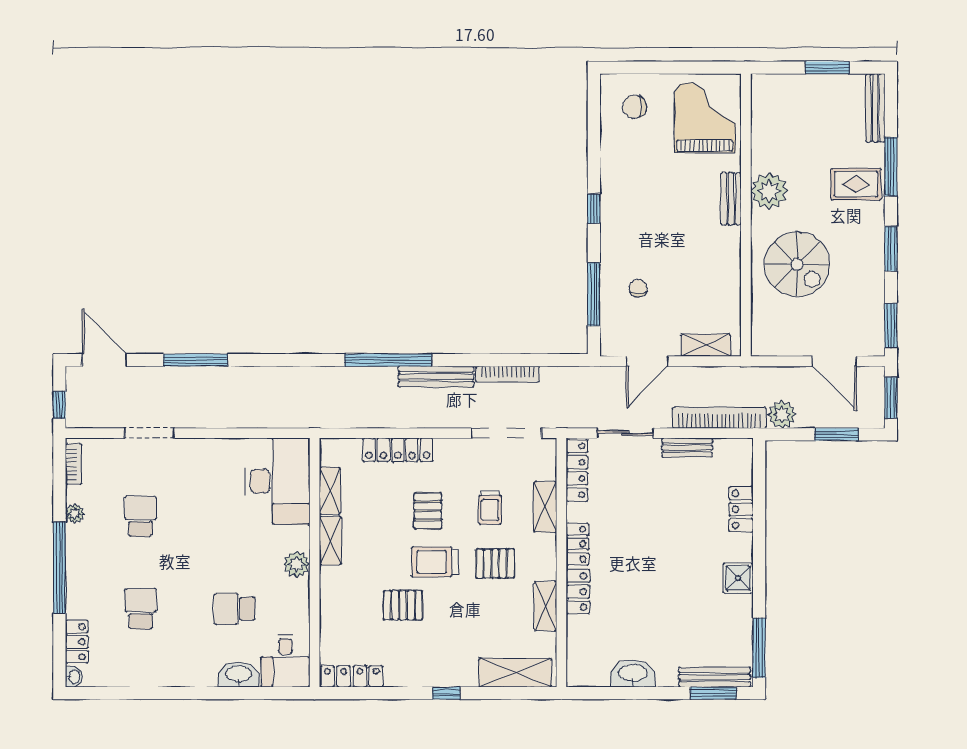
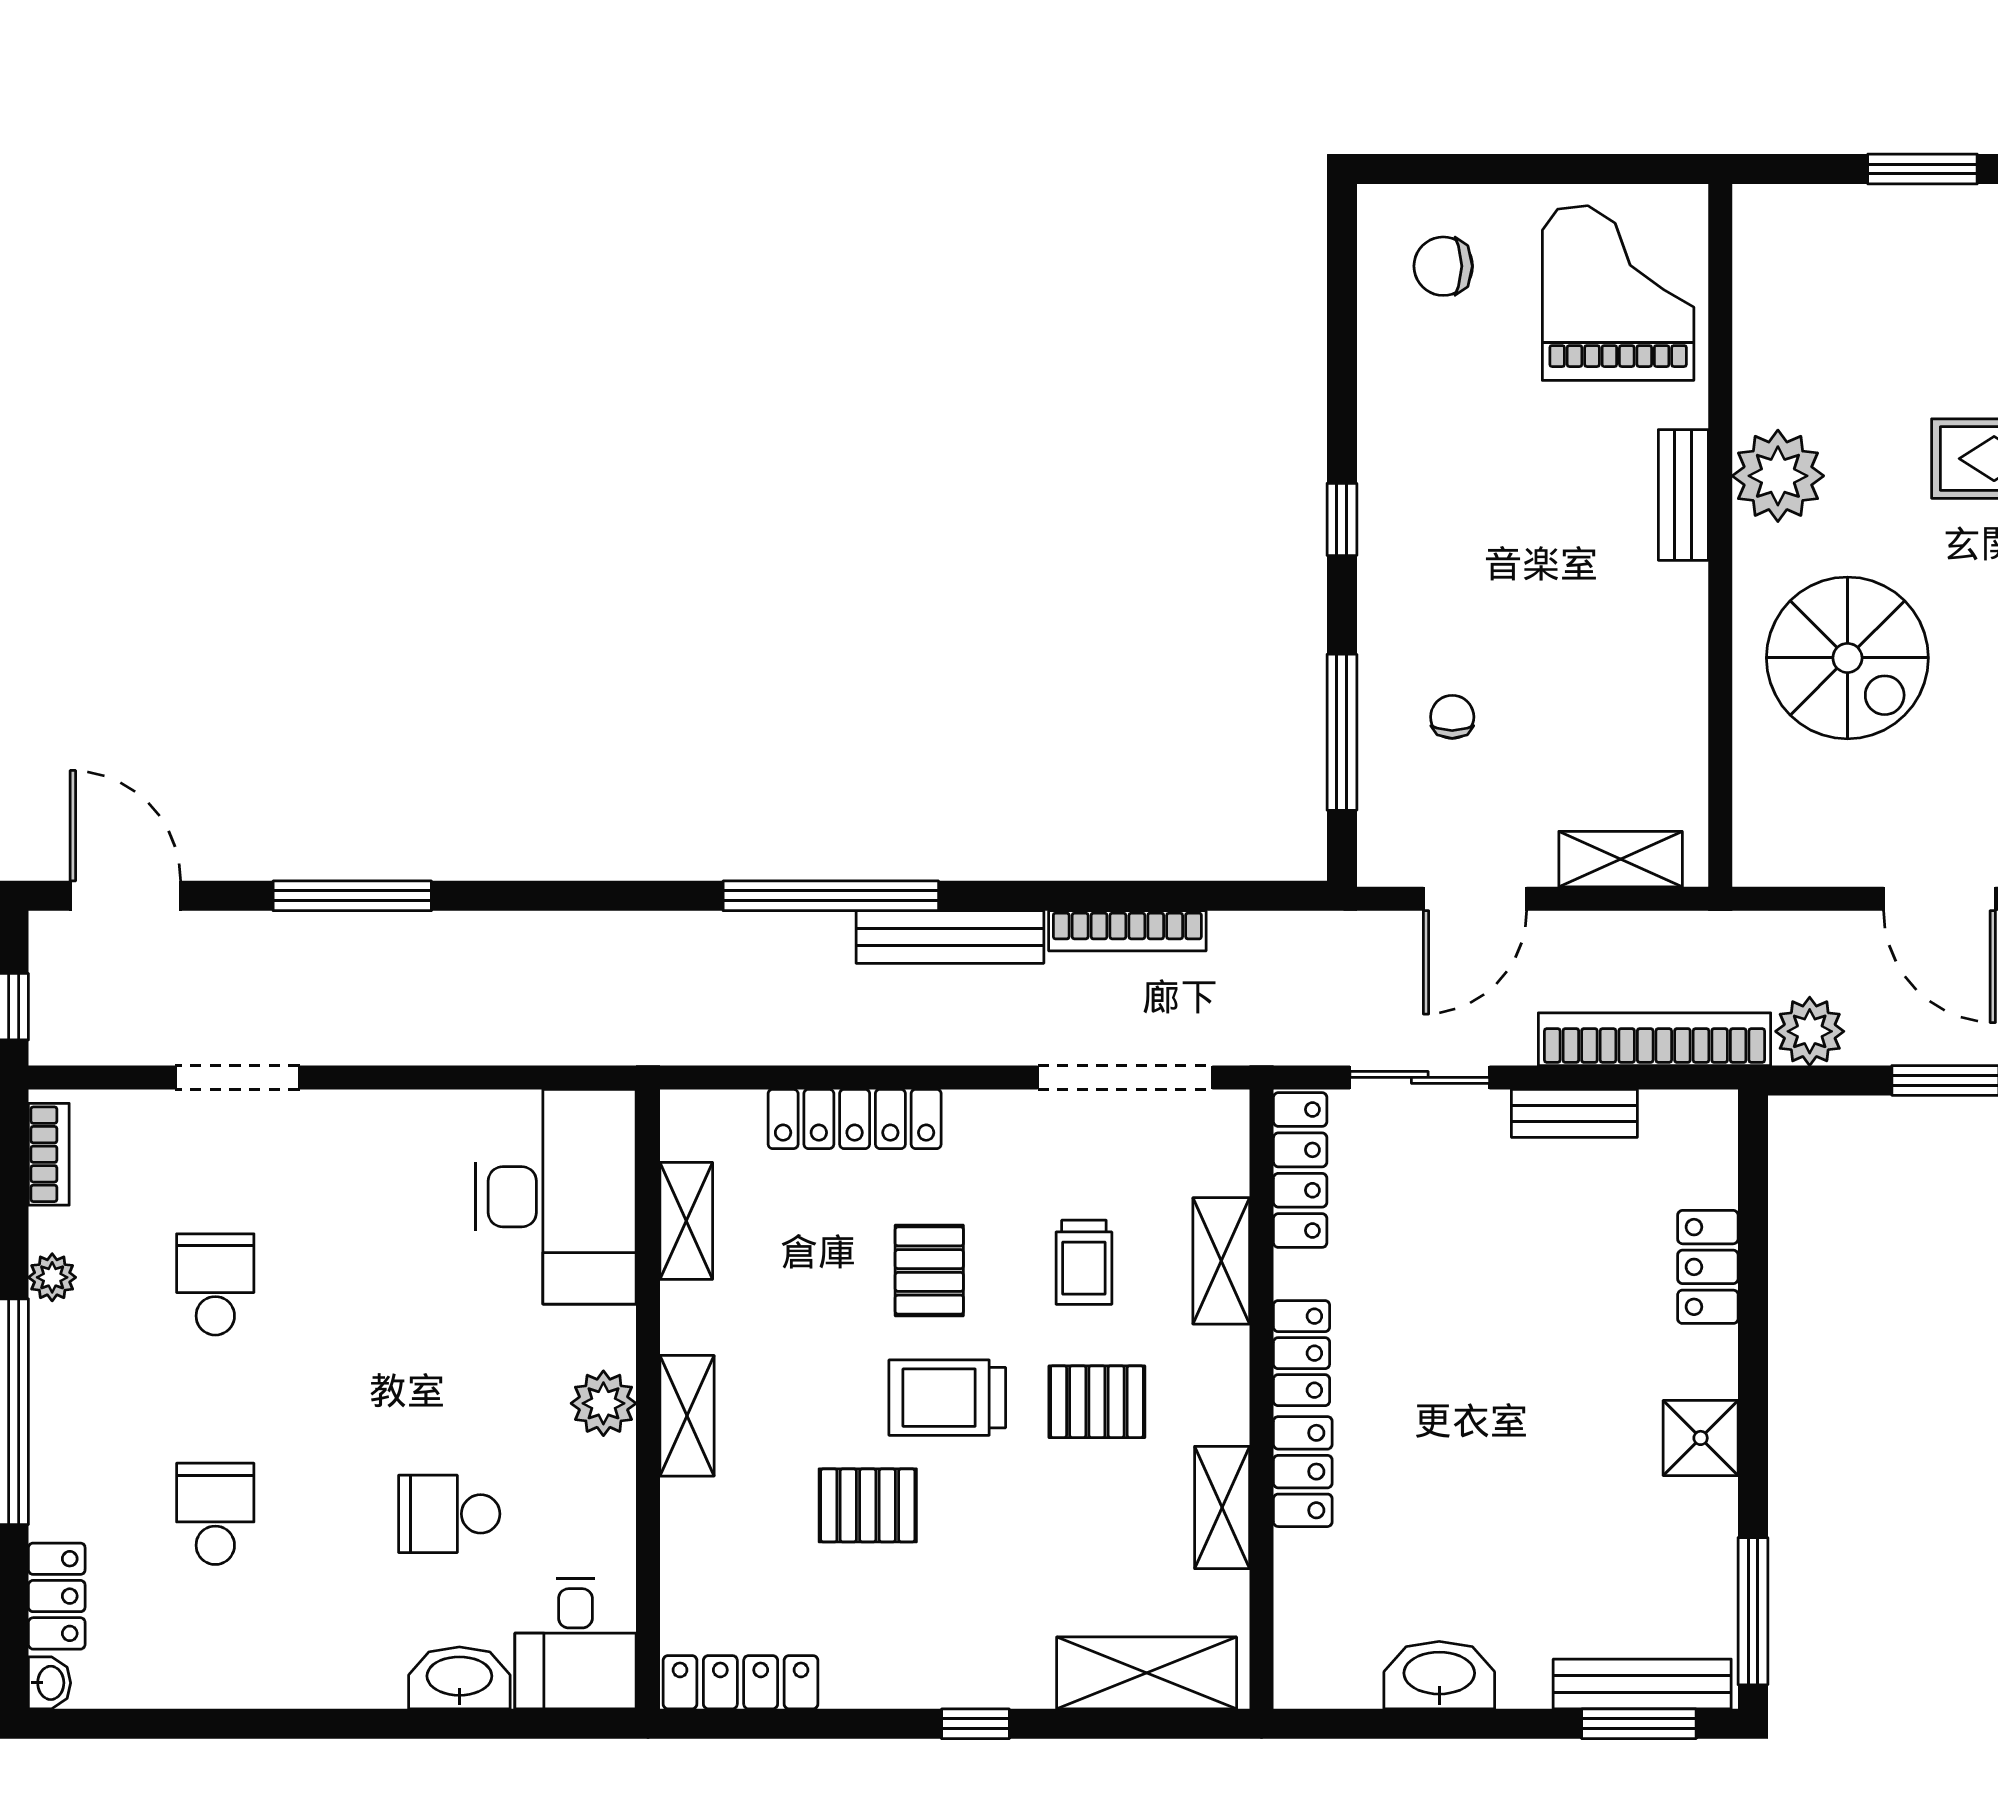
shelving: (330, 541) -> (687, 1416), moved

